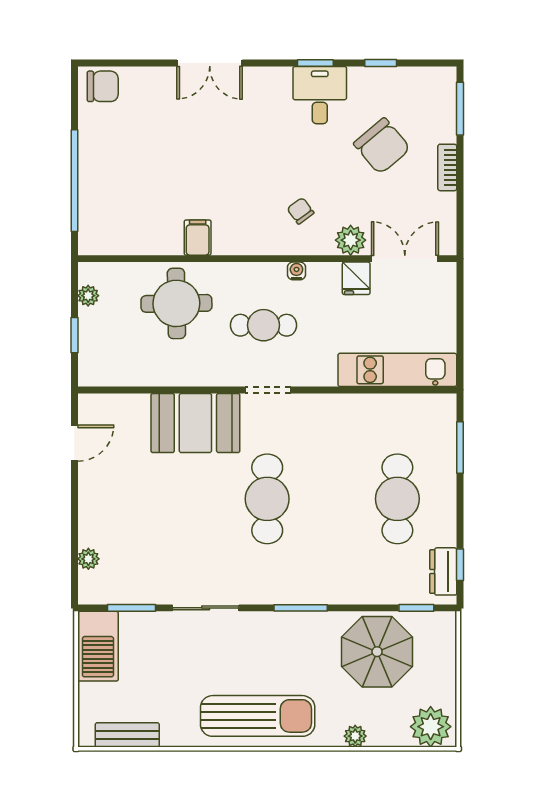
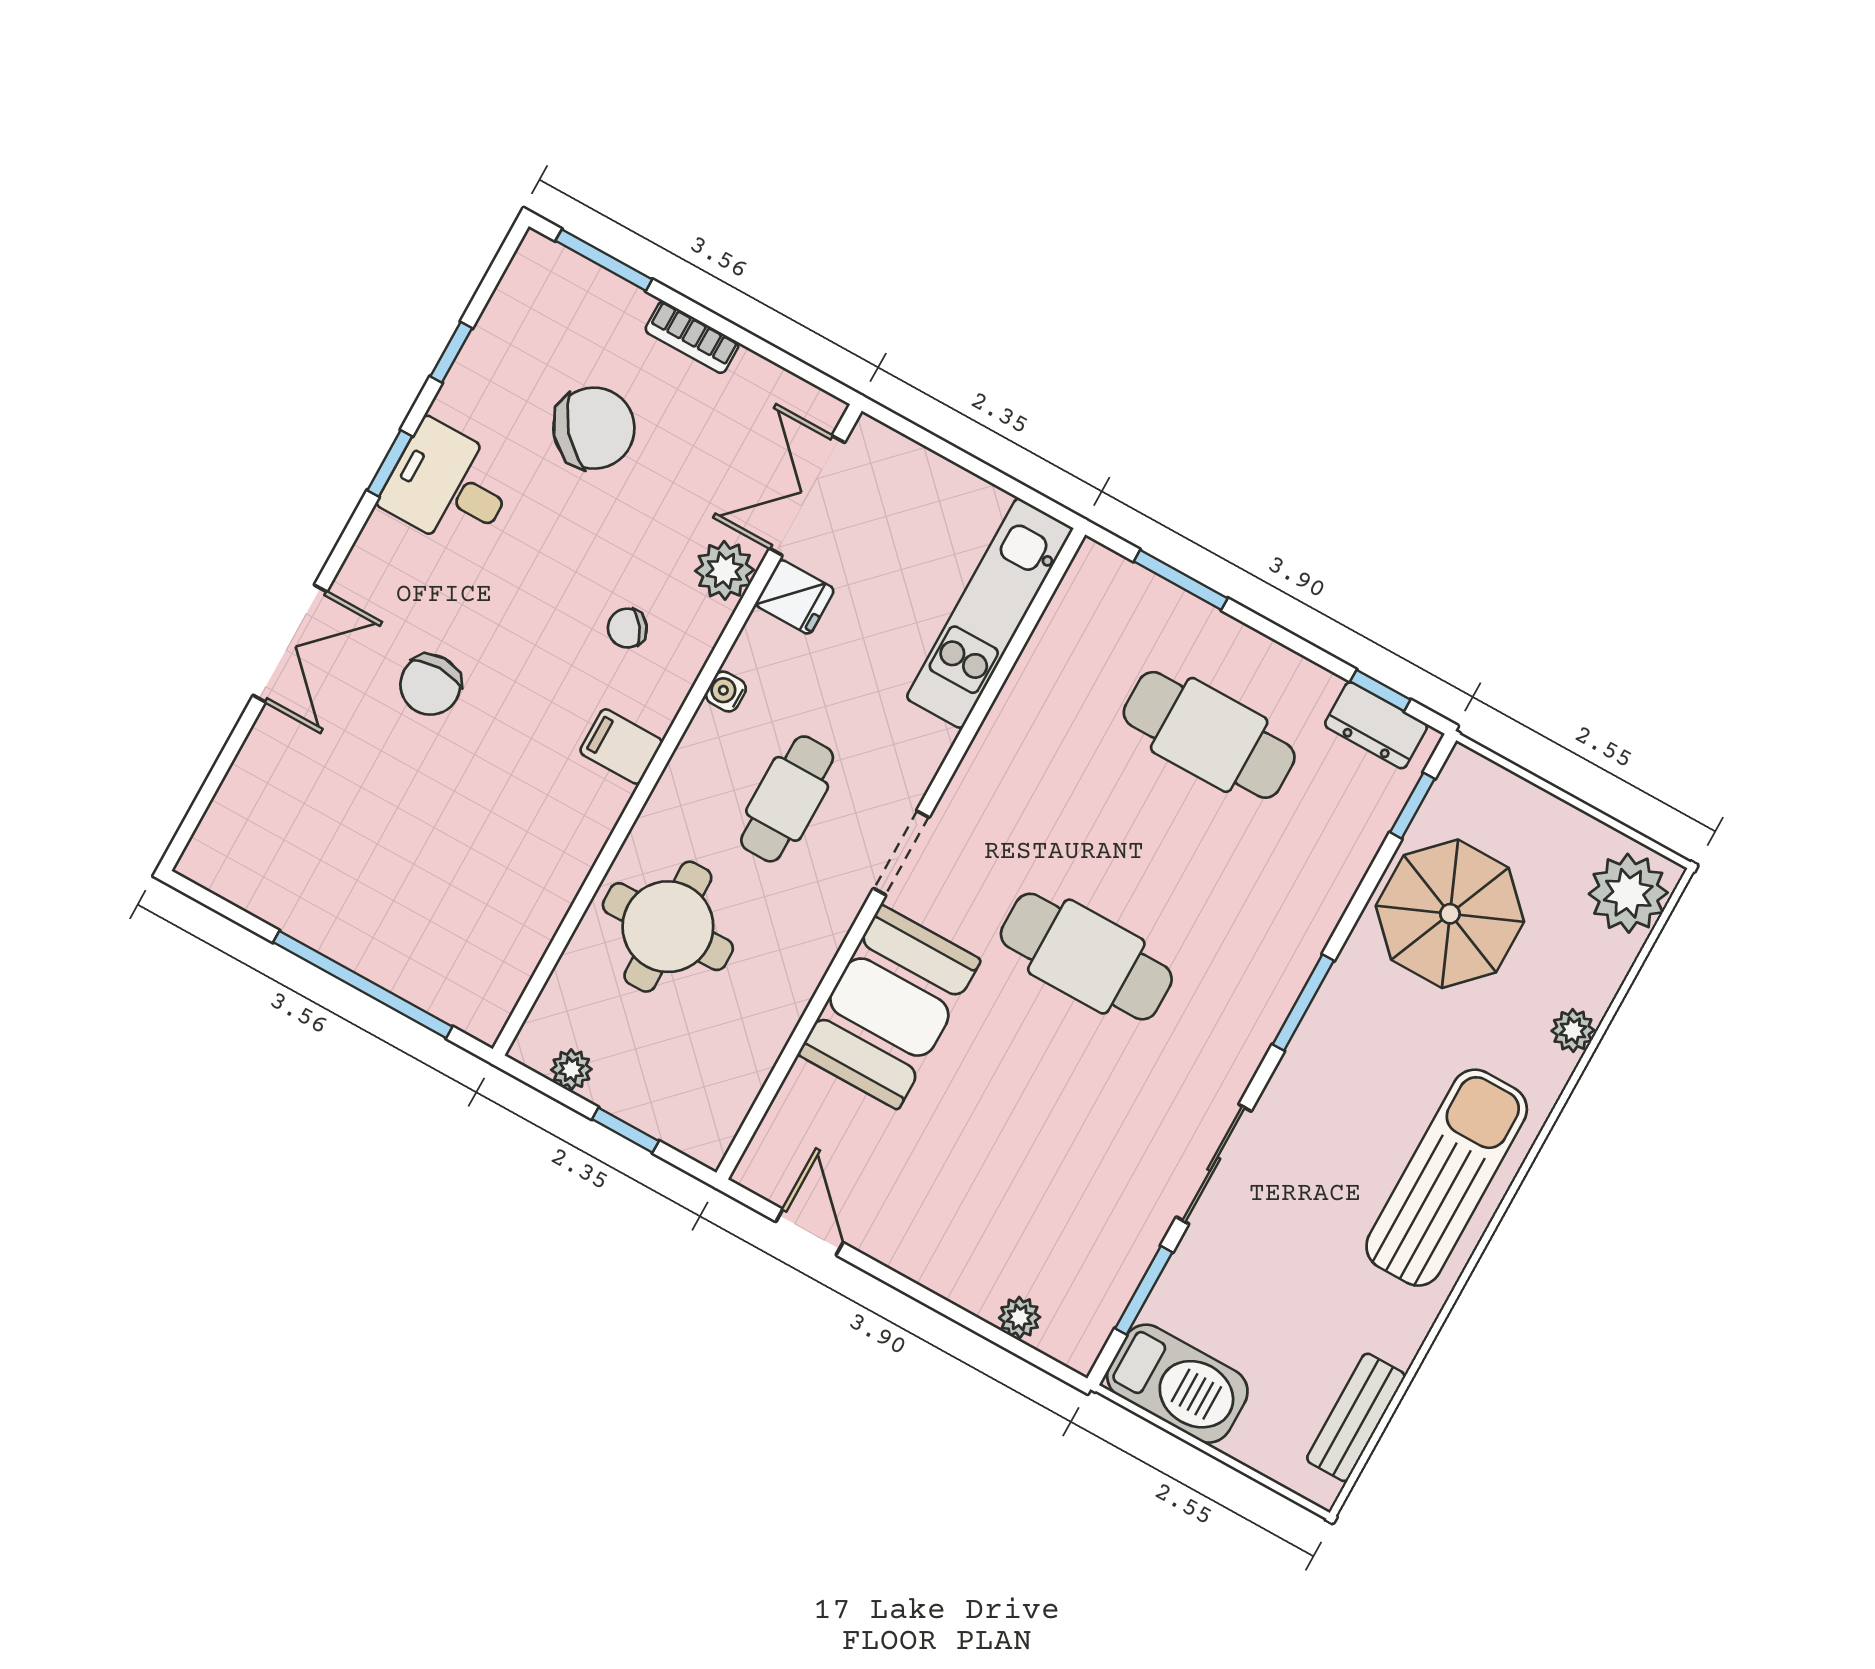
chair: (103, 86) -> (430, 685), moved, turned 180
filing cabinet: (198, 238) -> (621, 747), moved

